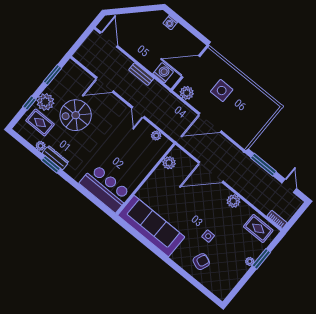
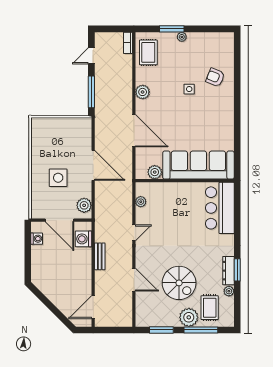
washing machine: (170, 23) -> (37, 239), moved
window: (29, 103) -> (201, 330), width x2.17
sofa: (151, 226) -> (198, 165), moved, turned 90

